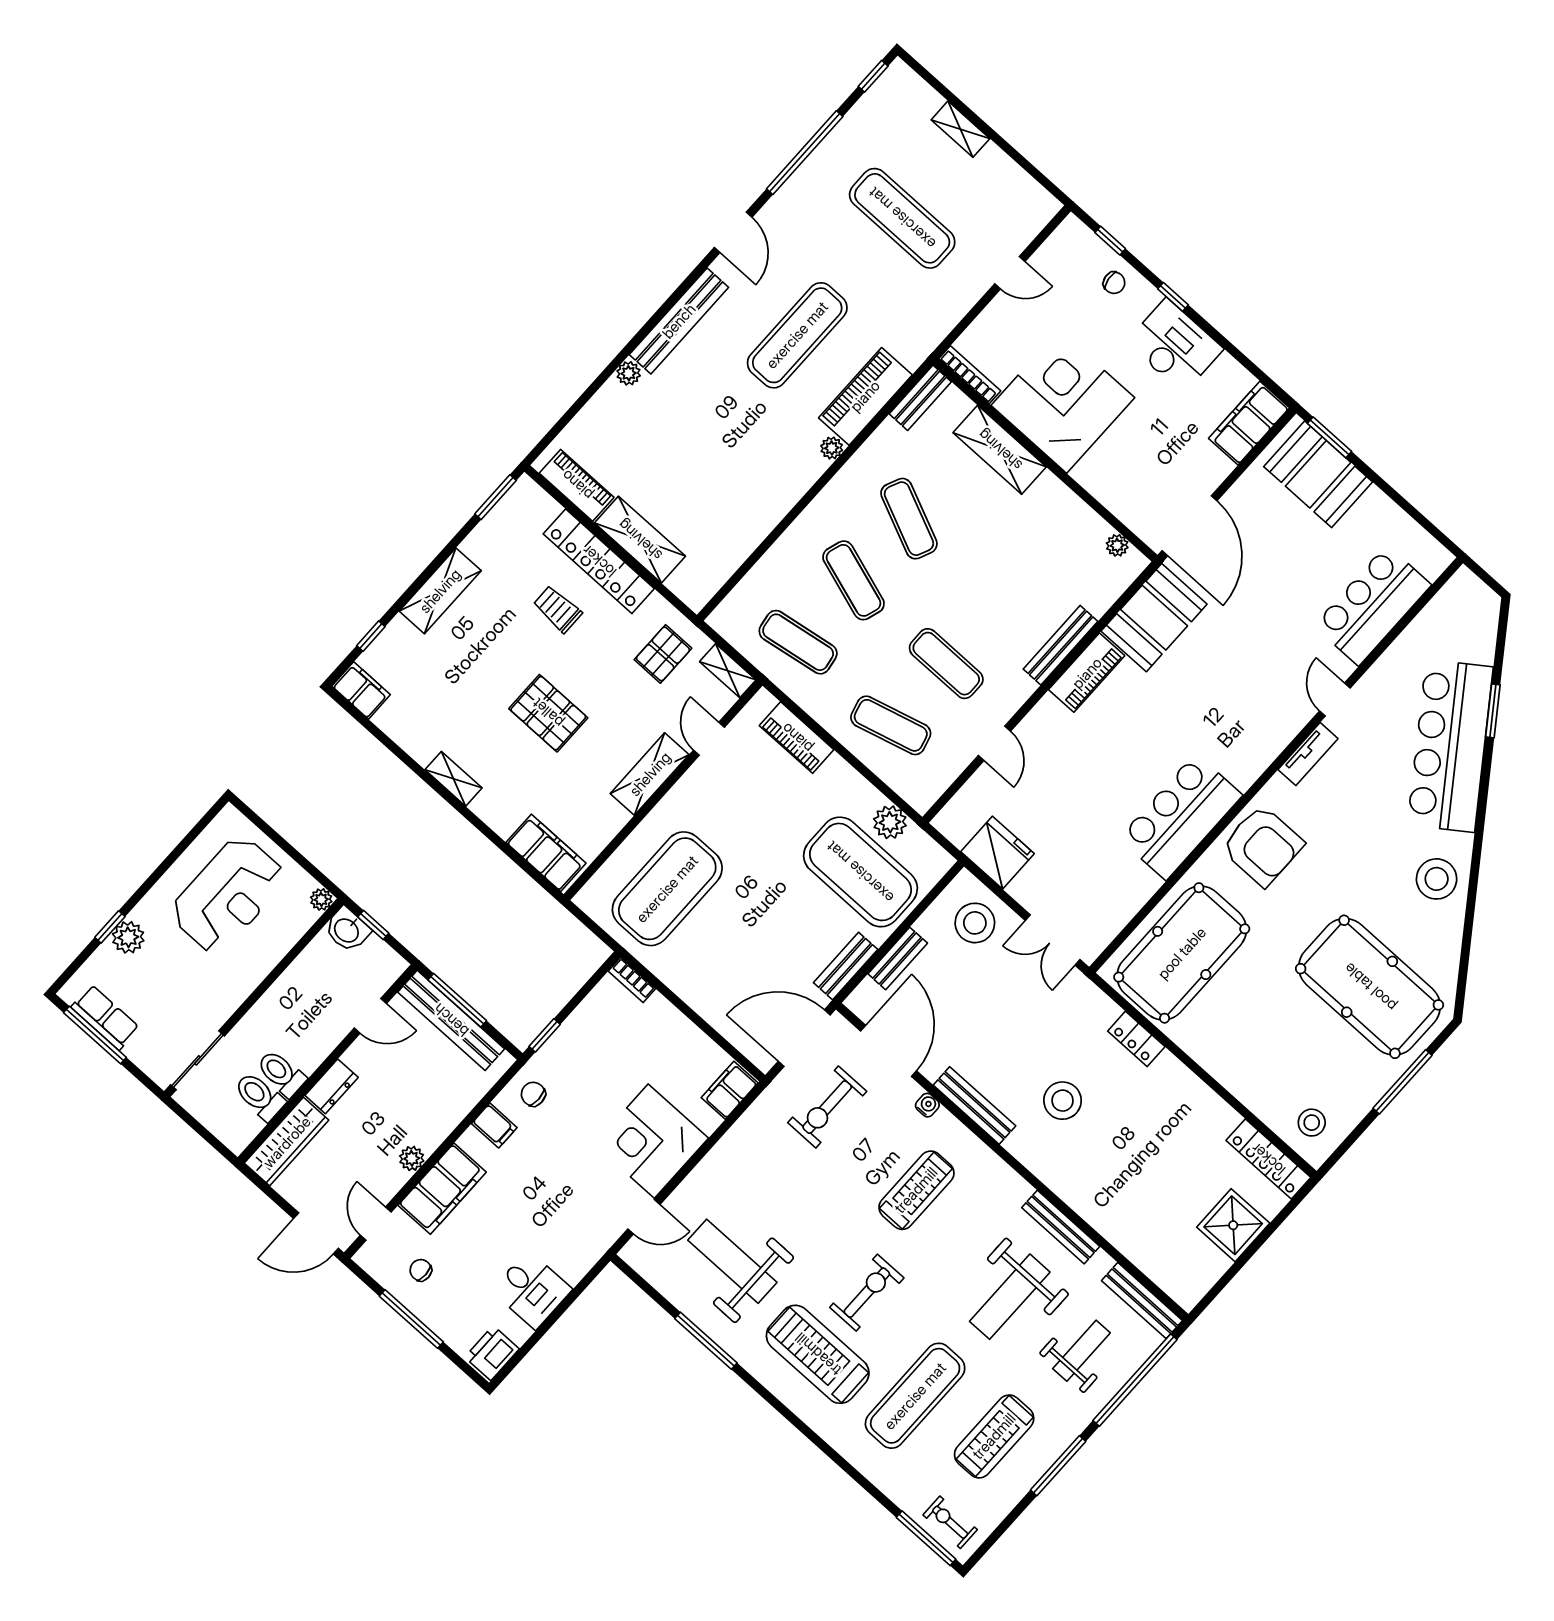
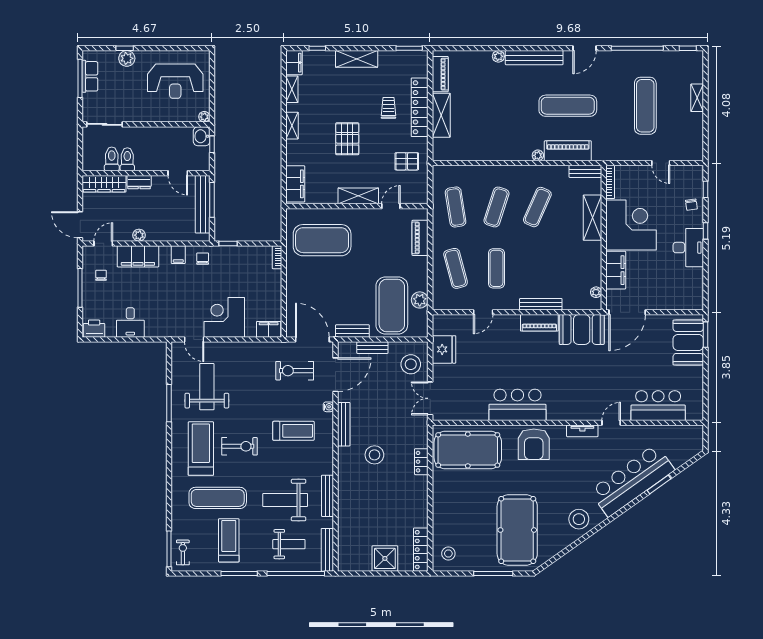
filing cabinet: (1249, 423) -> (616, 270), moved, turned 90
shelving: (728, 671) -> (292, 89), moved
treadmill: (994, 1436) -> (229, 540), turned 90

